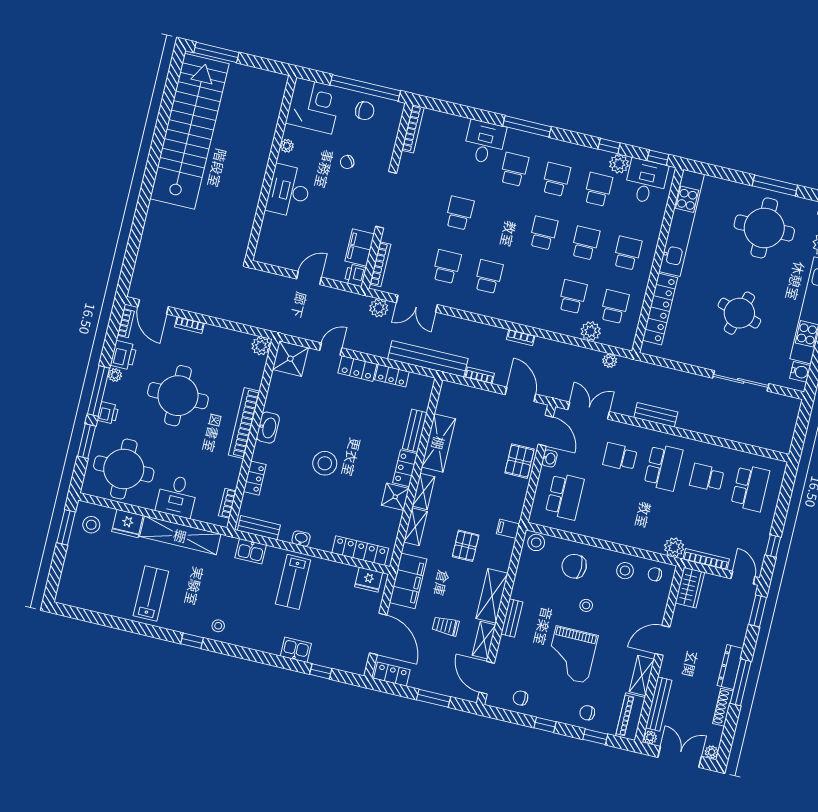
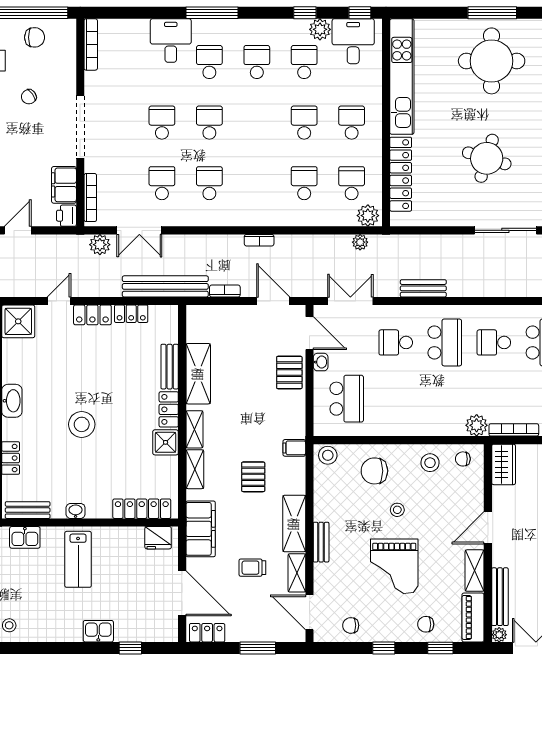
school desk: (543, 233) -> (209, 123), moved
plant: (591, 331) -> (368, 216), moved

